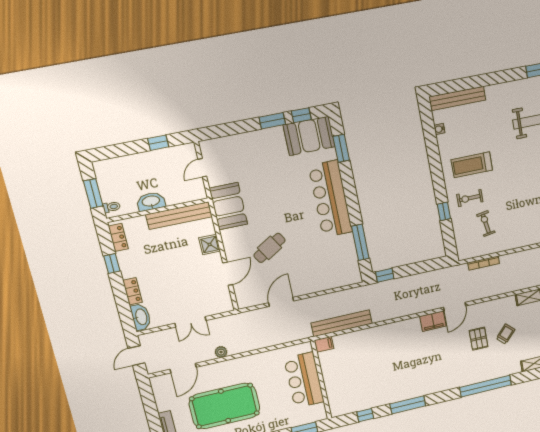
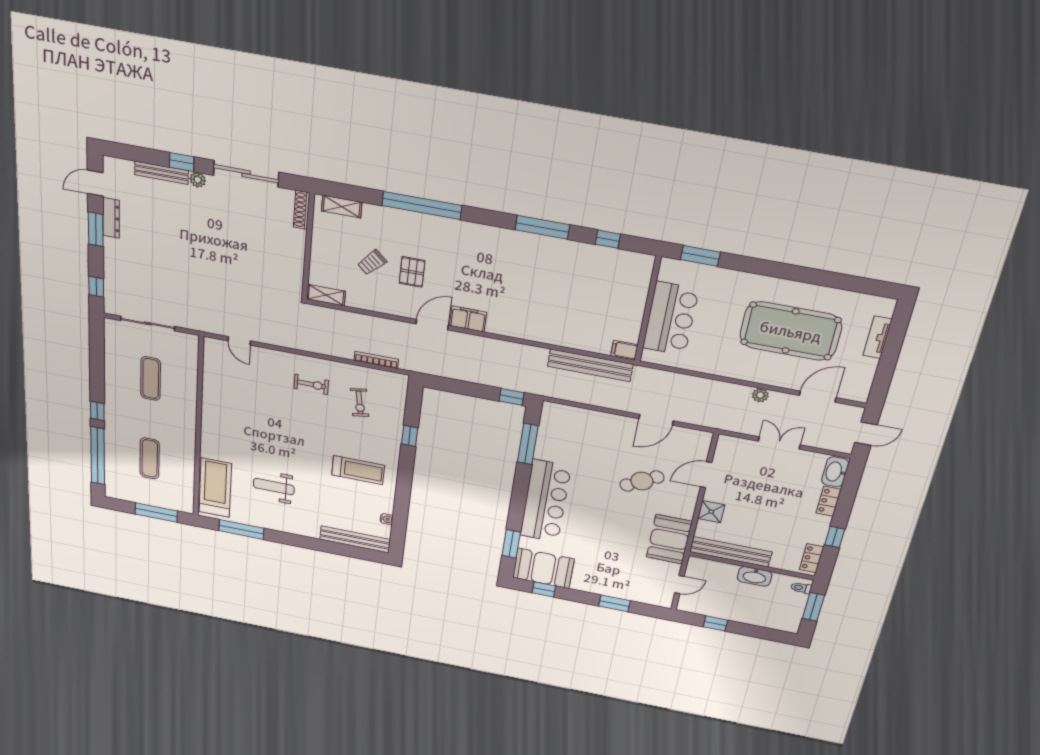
window: (272, 121) -> (614, 603), moved
exercise bike: (470, 198) -> (311, 384), moved

